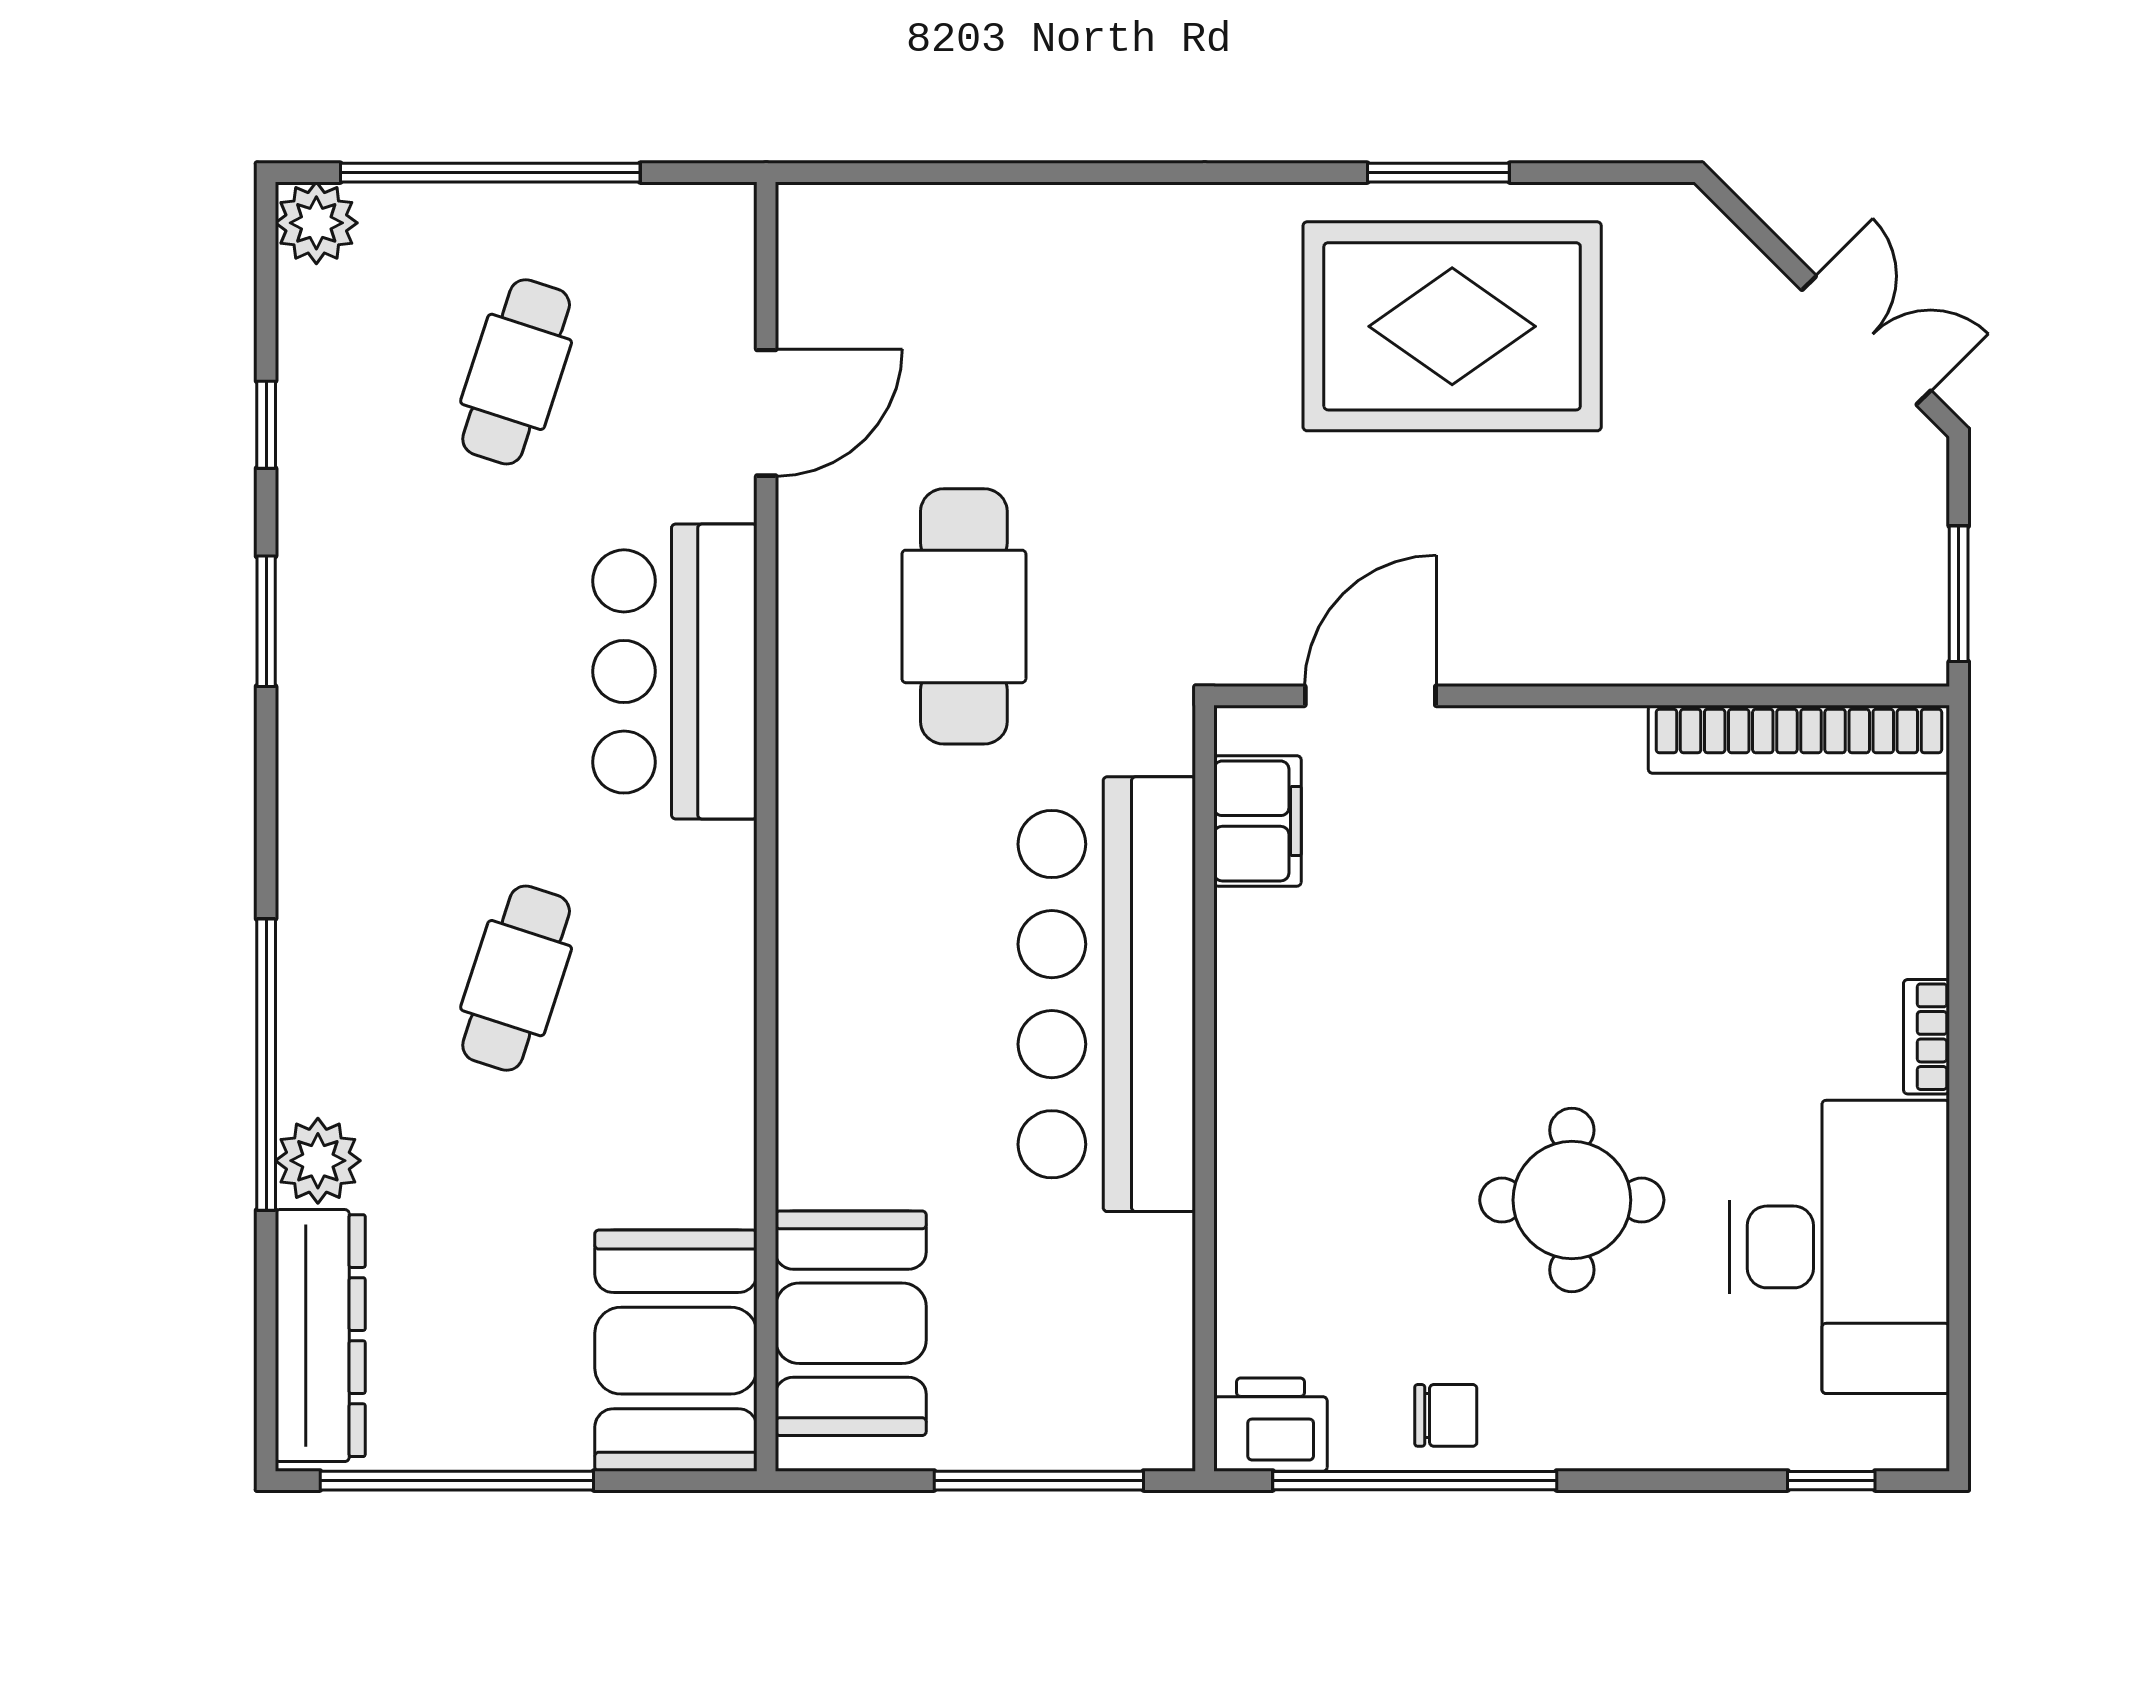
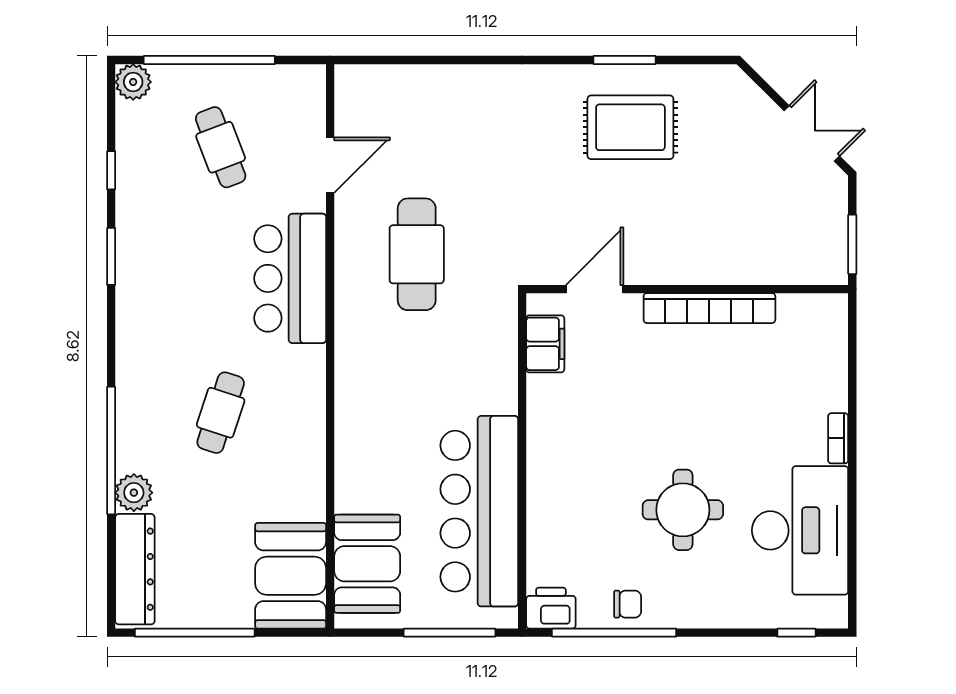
rug: (1452, 326) -> (630, 127), width x0.73, depth x0.69
cafe table: (516, 372) -> (221, 147), turned -39
bookcase: (1799, 739) -> (709, 308), moved
bar counter: (1107, 994) -> (479, 511), moved

